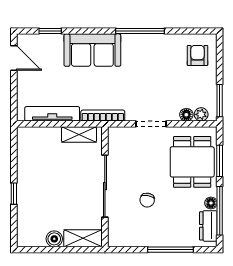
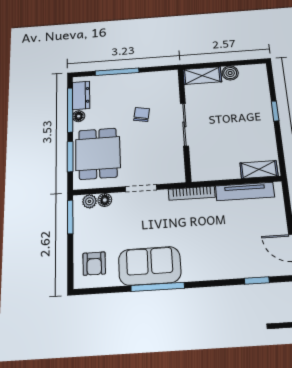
sofa: (92, 50) -> (150, 266), moved
shelving: (79, 135) -> (259, 169), moved
sliding door: (105, 186) -> (184, 124), width x0.73

